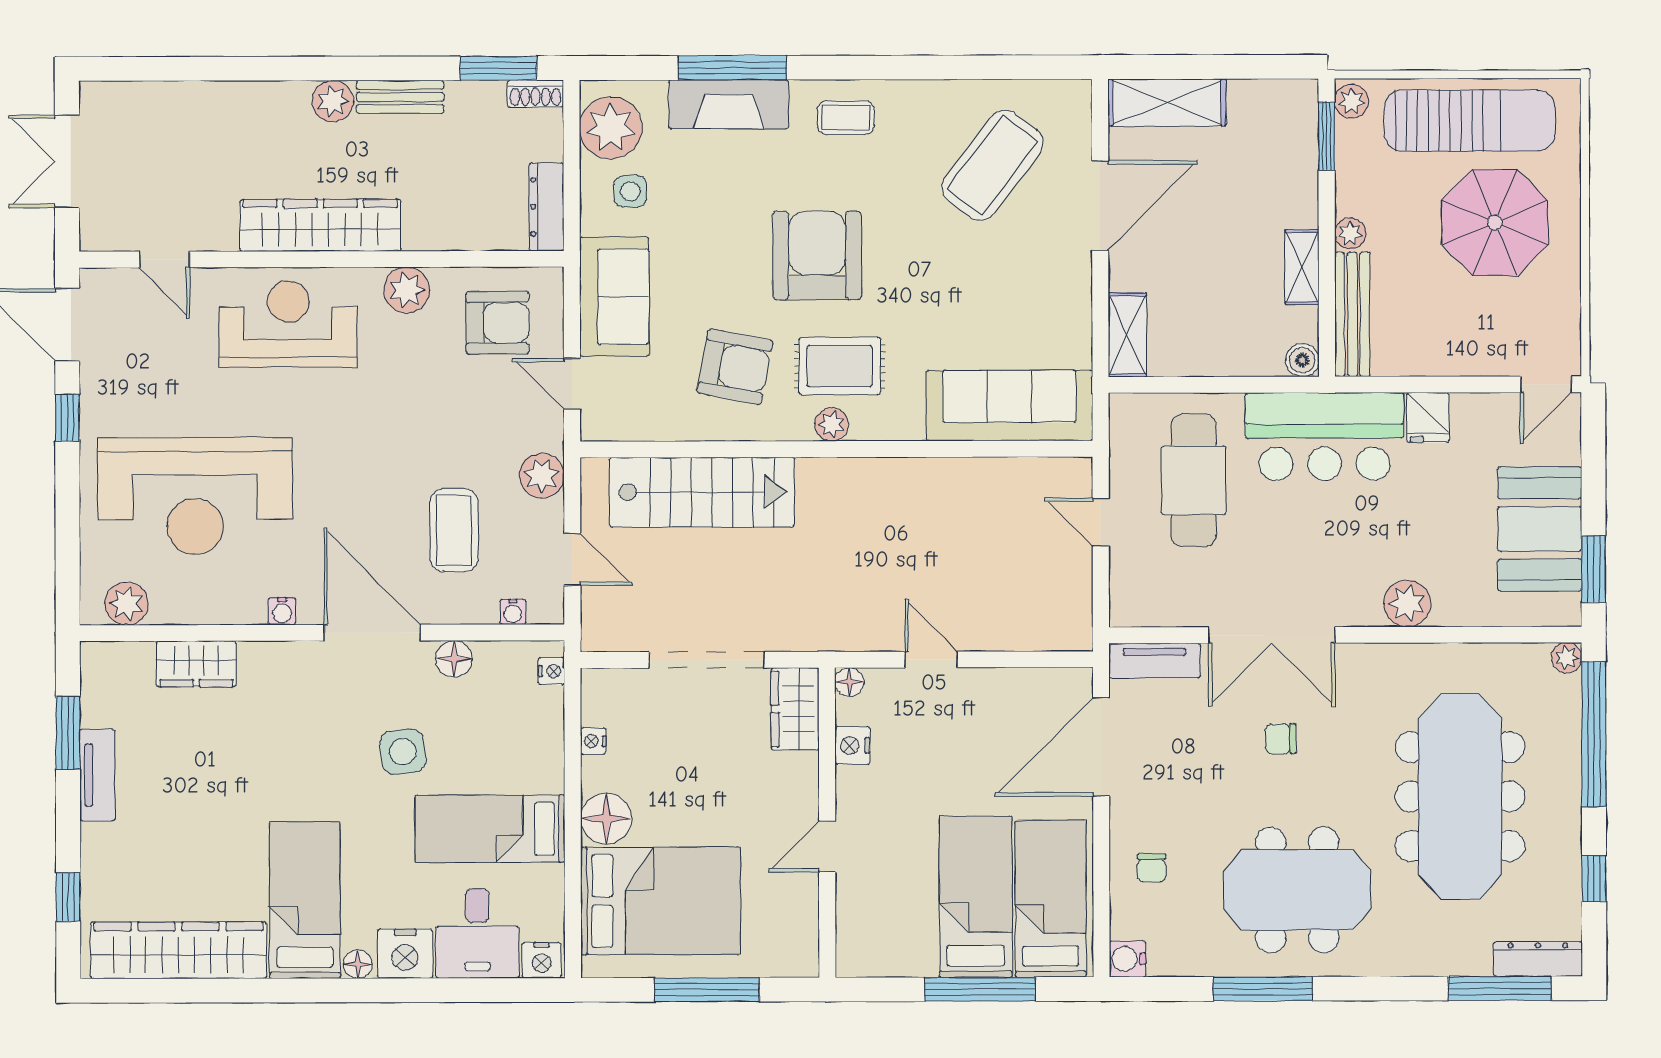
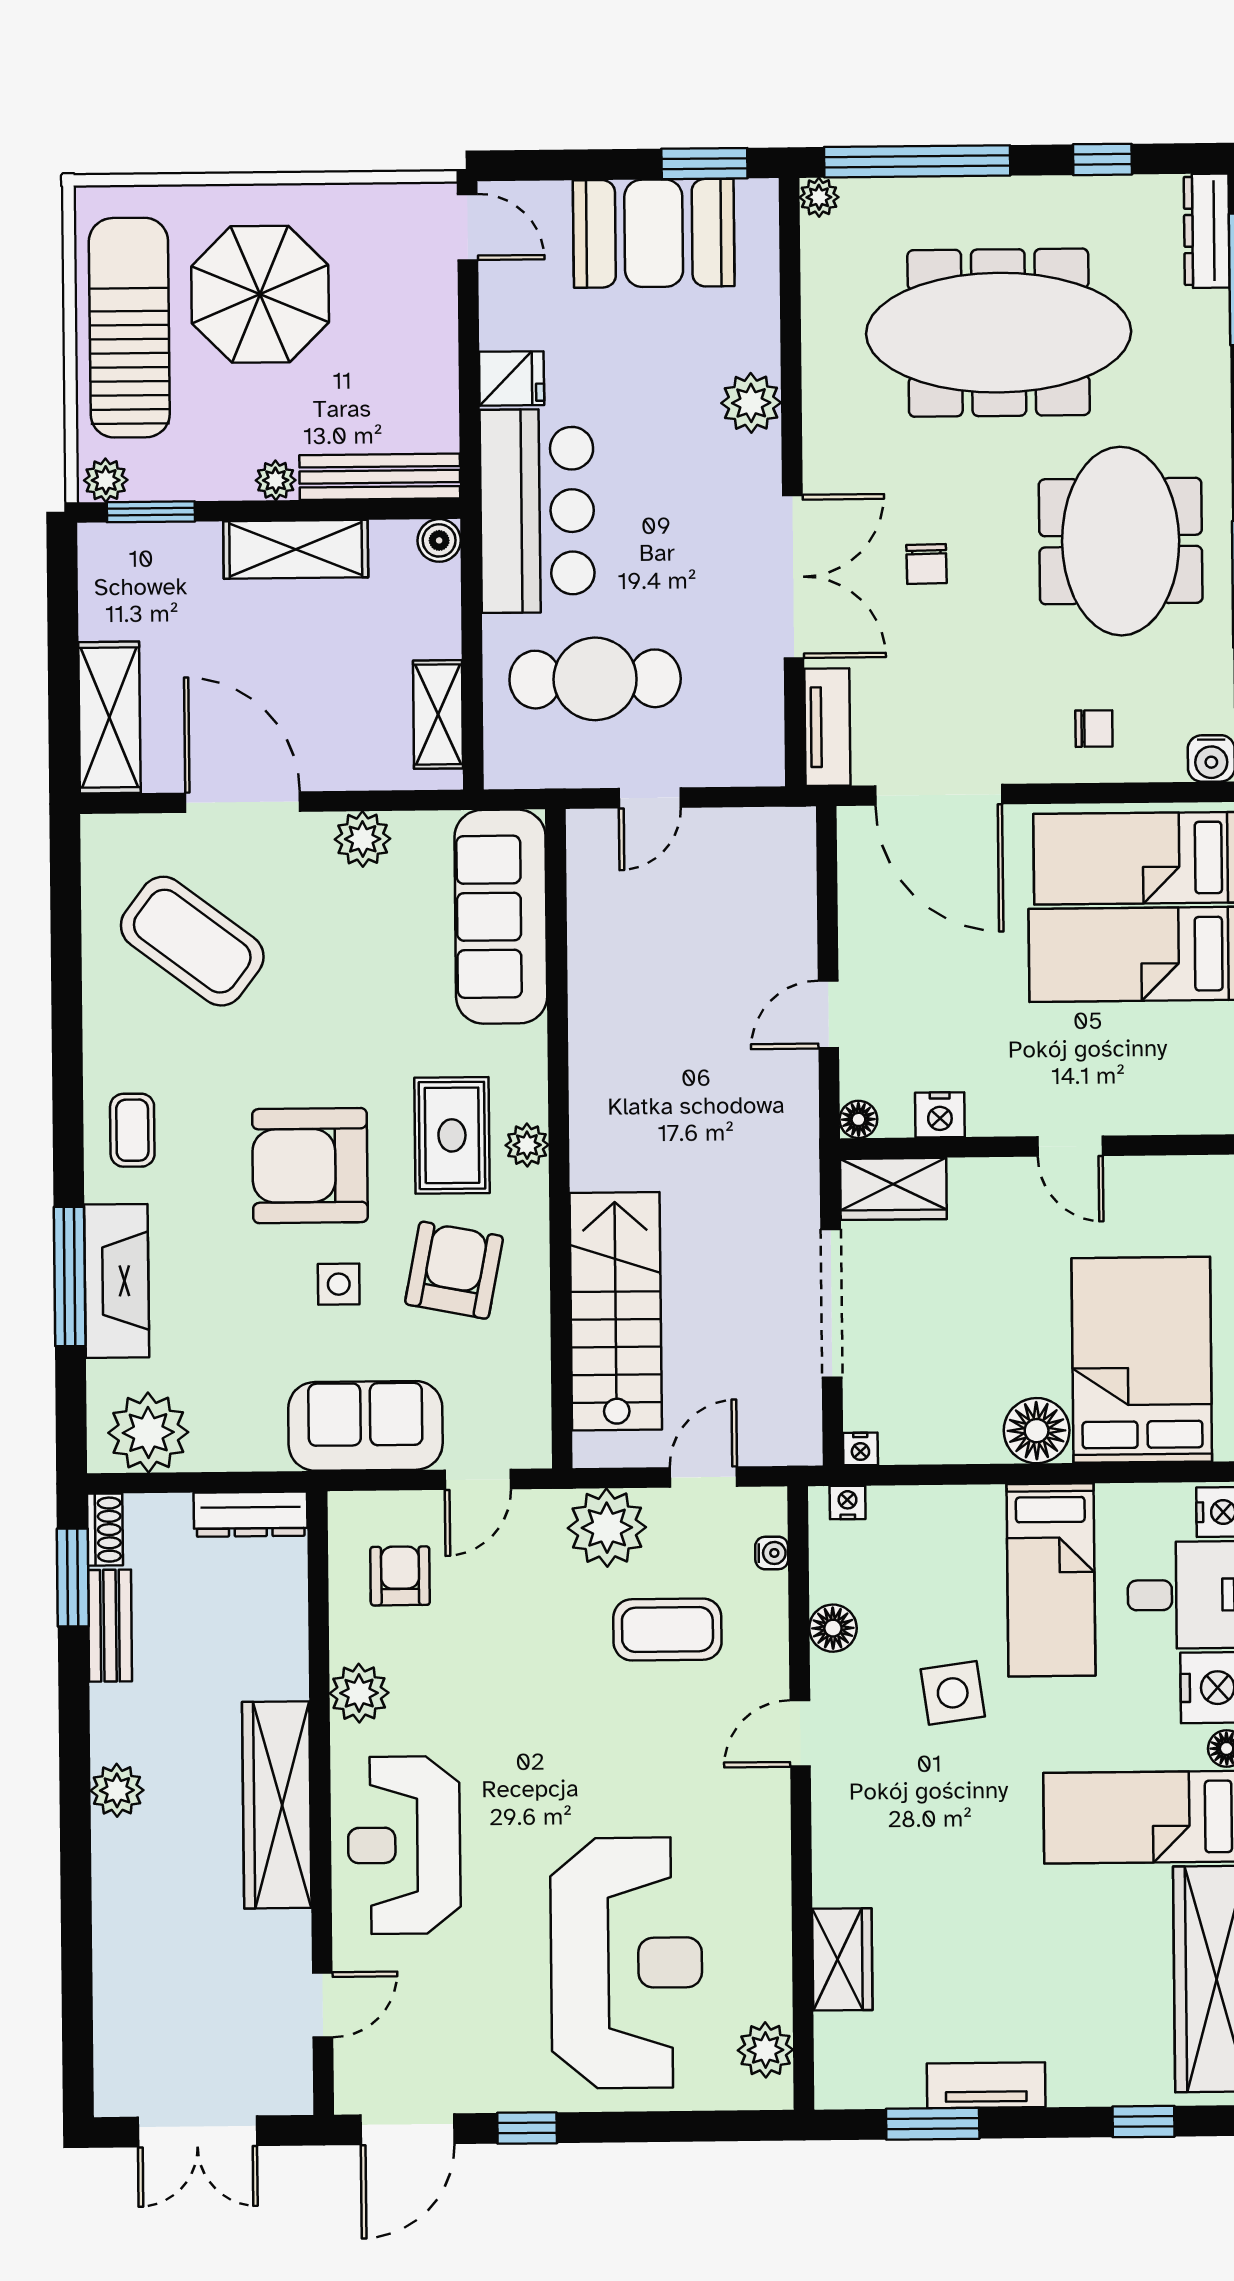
bench: (400, 97) -> (110, 1626), moved
side table: (630, 191) -> (339, 1284), moved
shelving: (1302, 267) -> (296, 549), width x1.50, depth x1.33
plant: (1071, 299) -> (363, 839), added
armchair: (498, 323) -> (400, 1576), width x0.72, depth x0.72
shelving: (1127, 335) -> (438, 714), moved, turned 90
plant: (542, 476) -> (607, 1528), width x1.36, depth x1.36
water cooler: (282, 611) -> (774, 1850), removed
door: (372, 633) -> (800, 1733), width x0.53
nightstand: (593, 741) -> (860, 1449), moved

